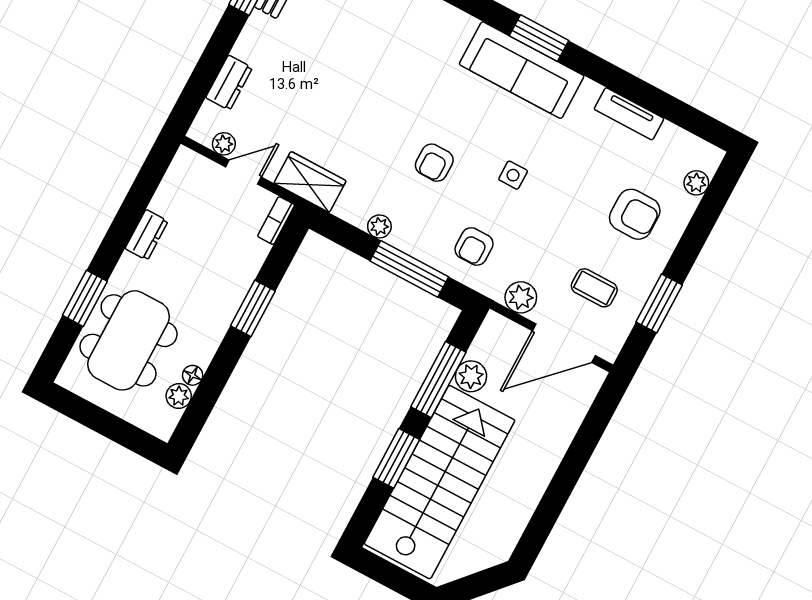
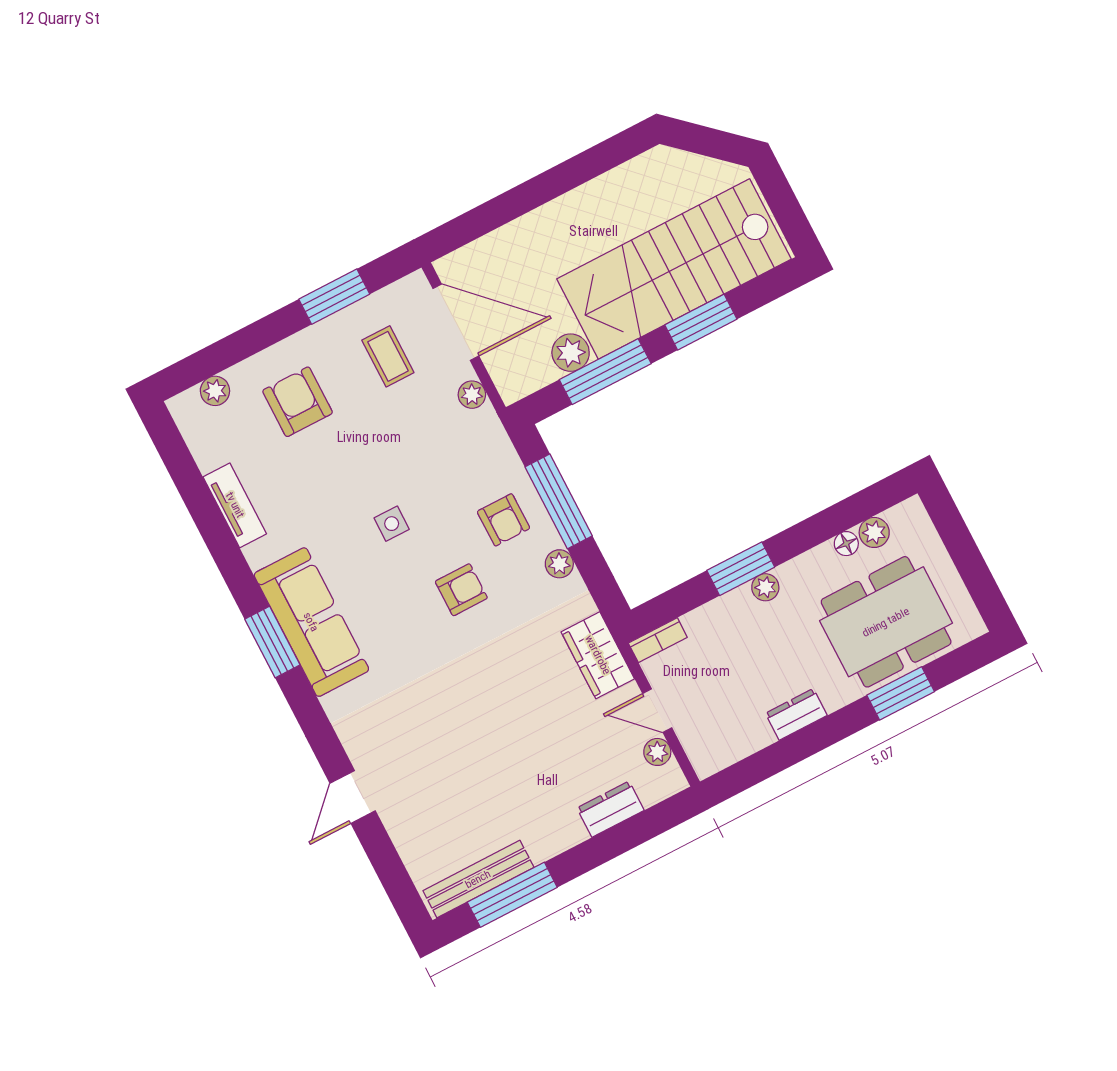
armchair: (474, 246) -> (503, 520), moved, turned 90
plant: (521, 297) -> (472, 395), width x0.73, depth x0.73
plant: (227, 307) -> (765, 587), added

